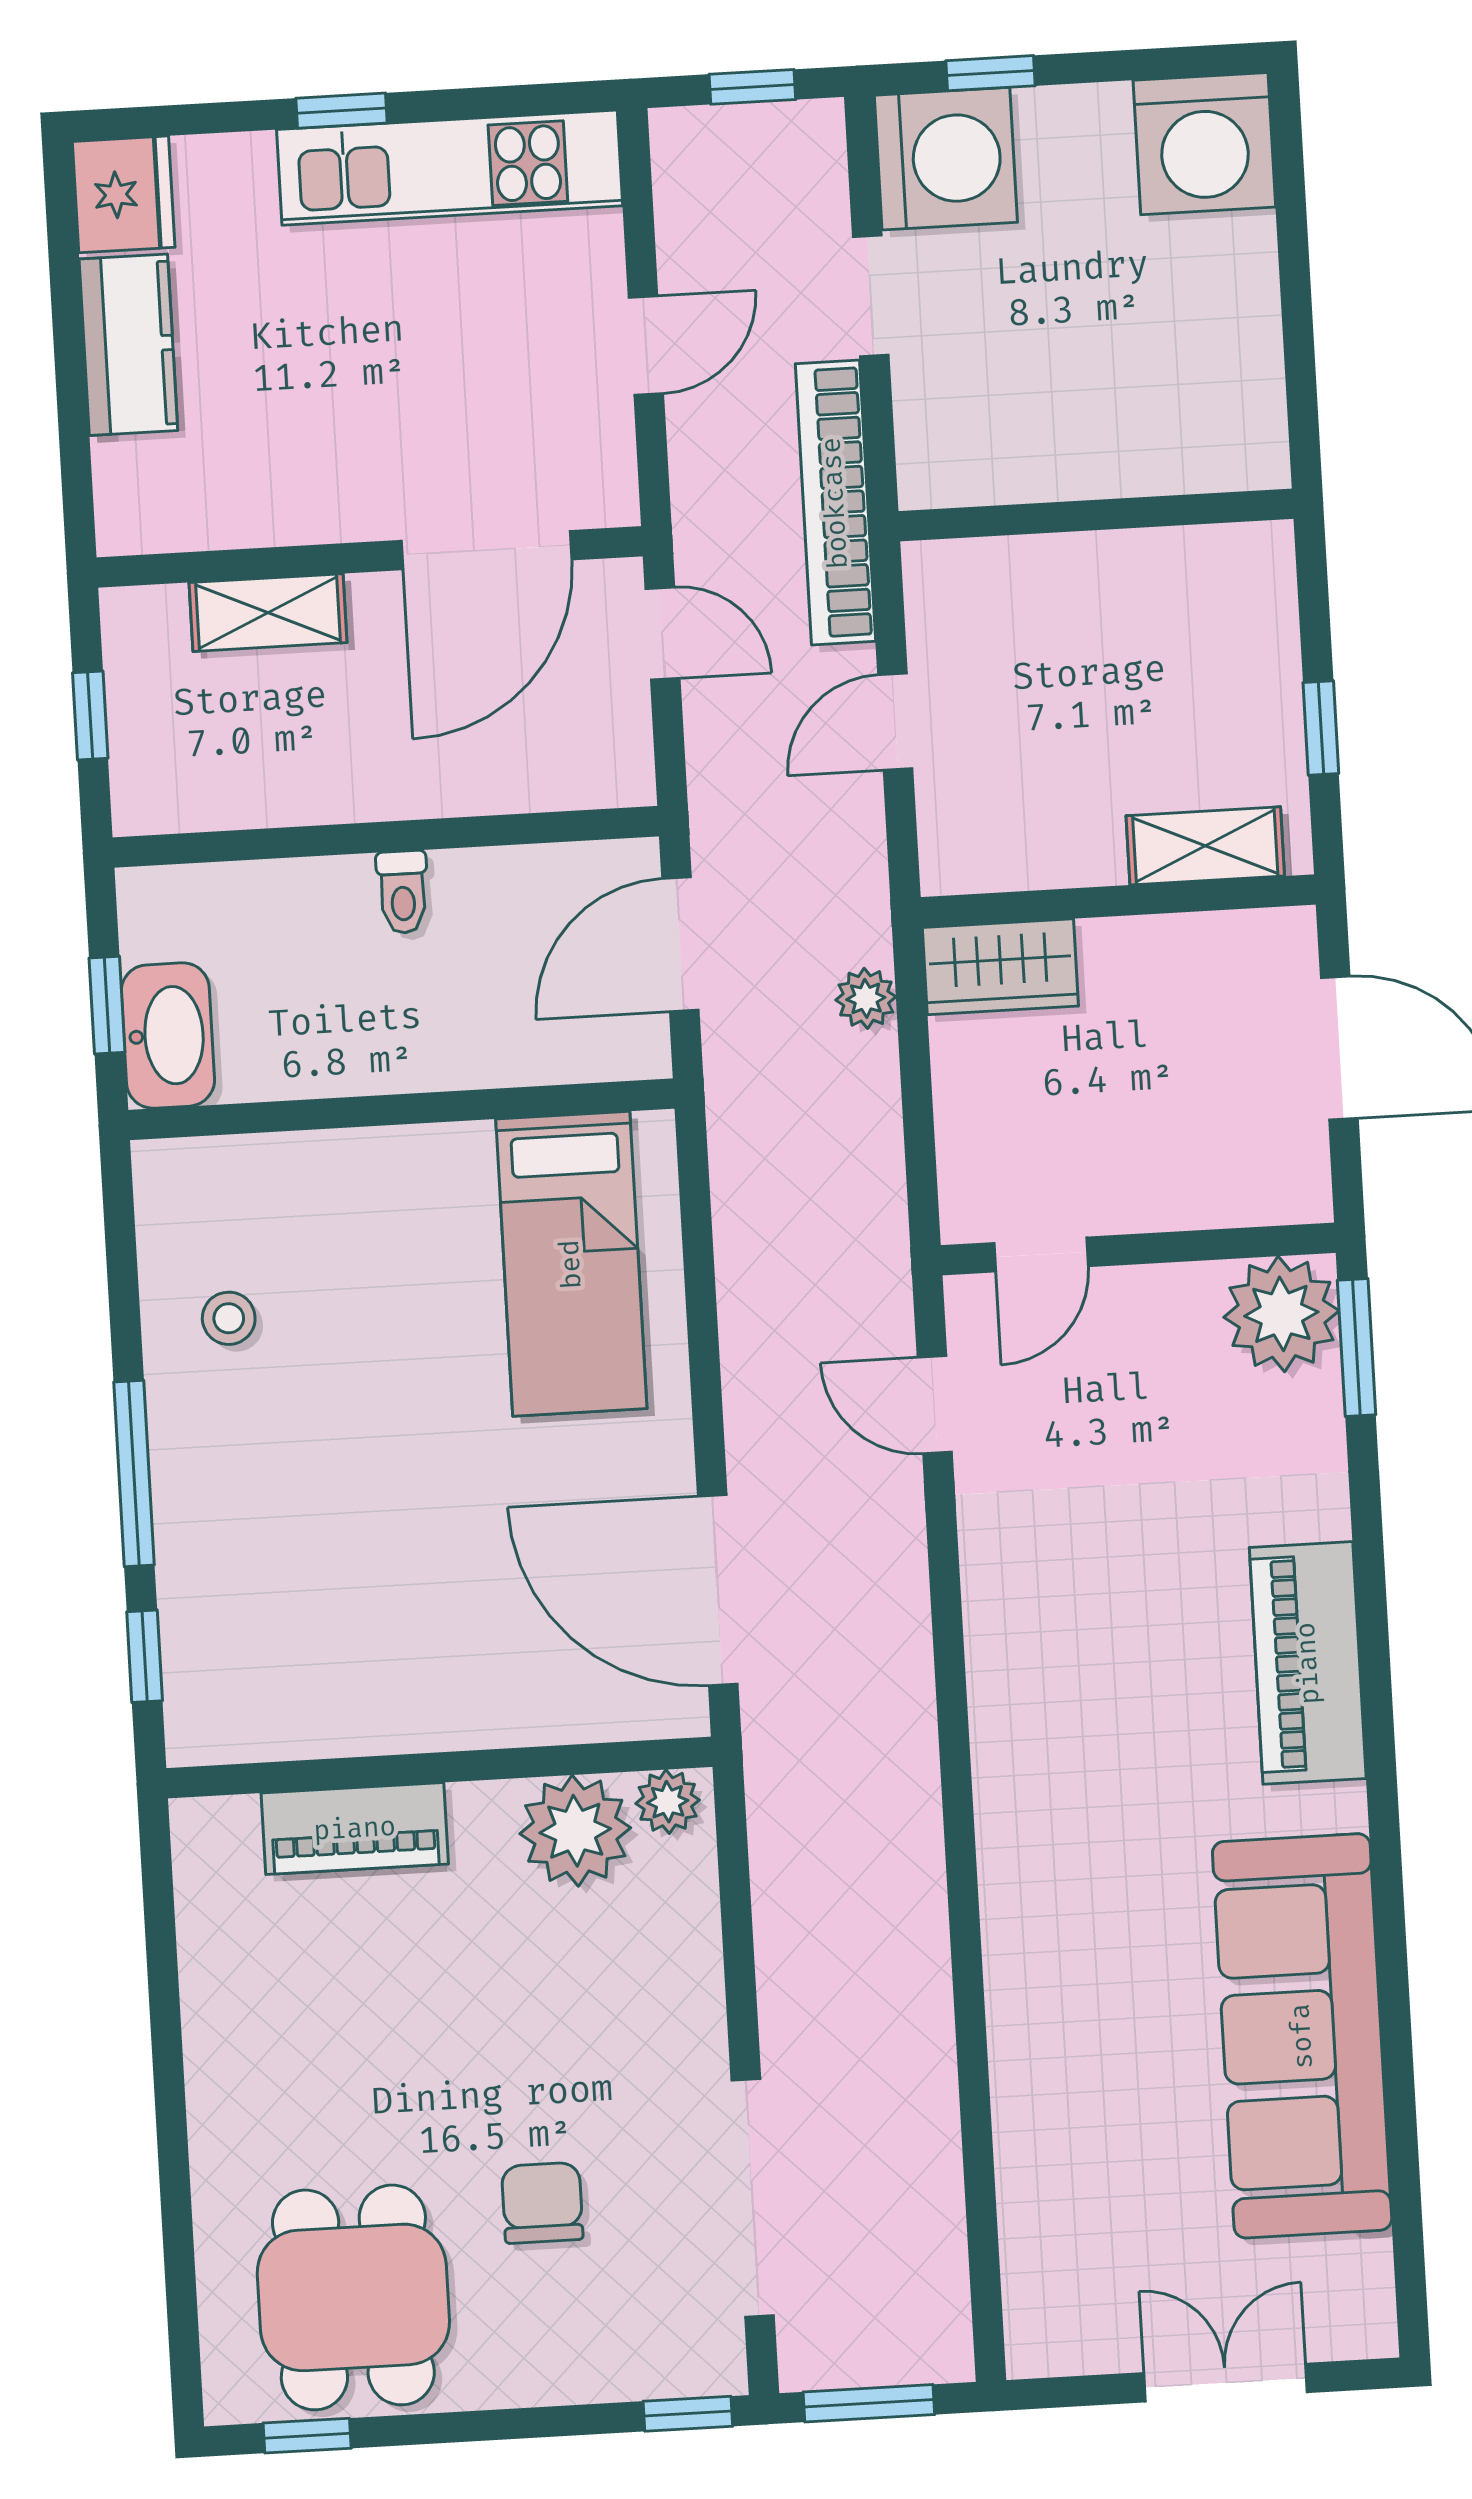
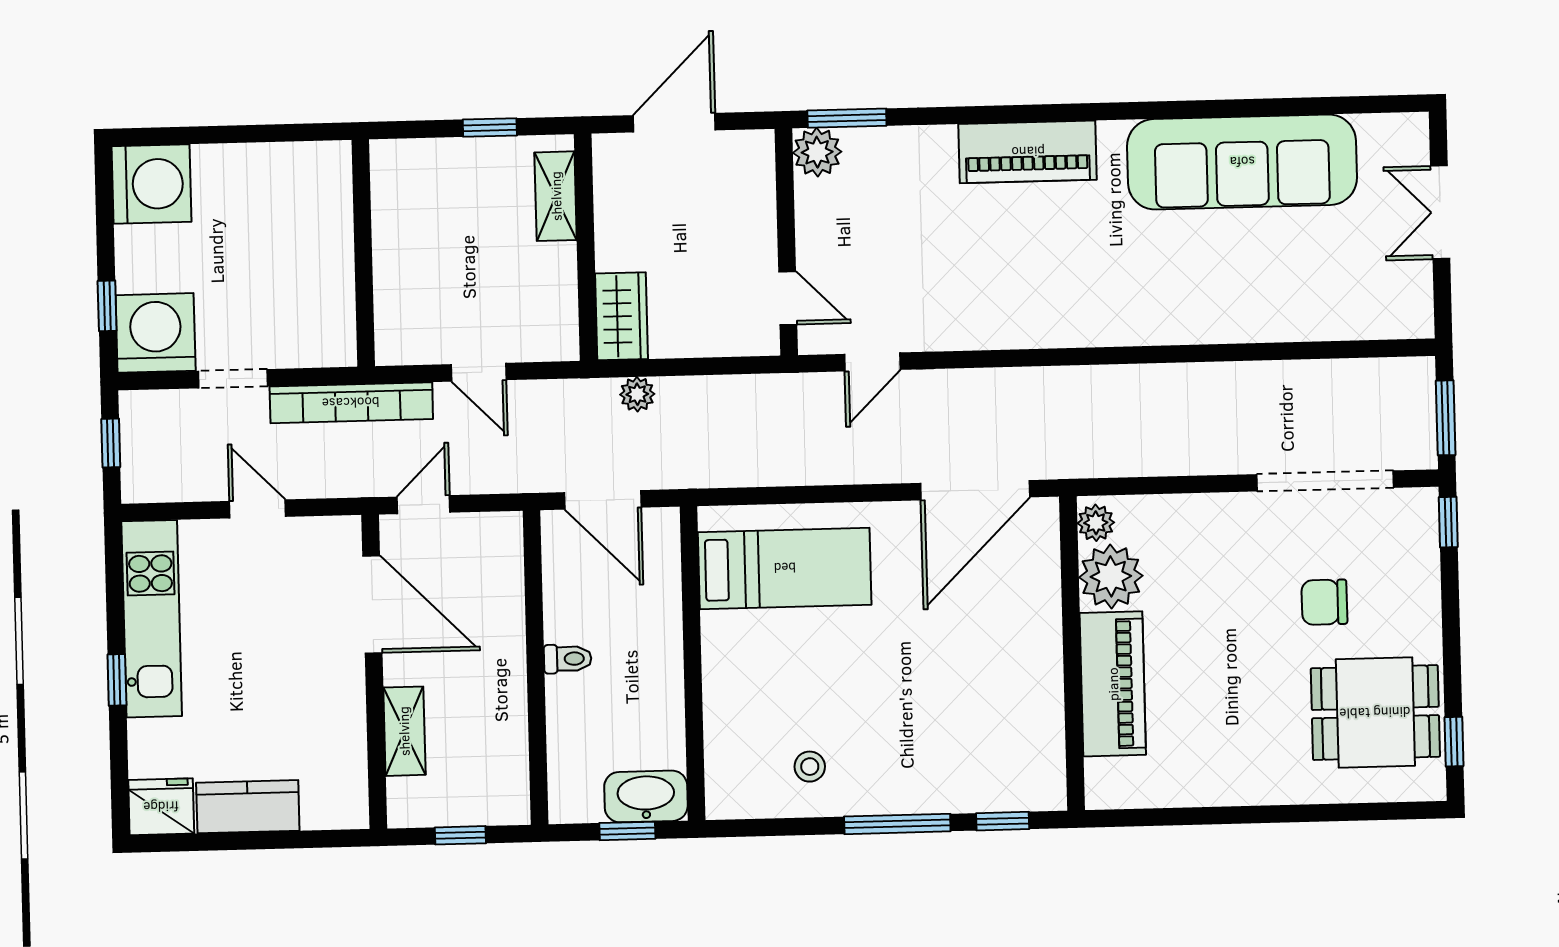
plant: (1281, 1314) -> (817, 152), width x0.73, depth x0.73
piano: (355, 1829) -> (1113, 684), width x1.37, depth x1.33

